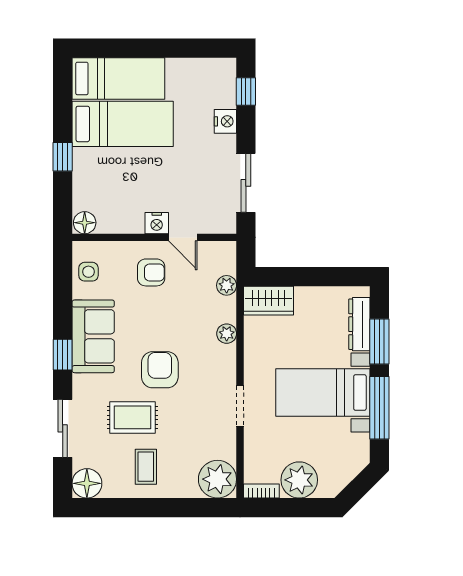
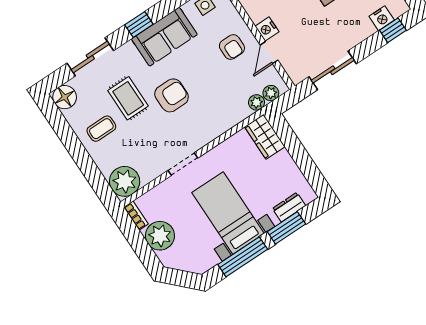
nightstand: (225, 121) -> (382, 18), moved
dresser: (359, 324) -> (289, 207), width x0.70
plant: (227, 334) -> (271, 93), moved

